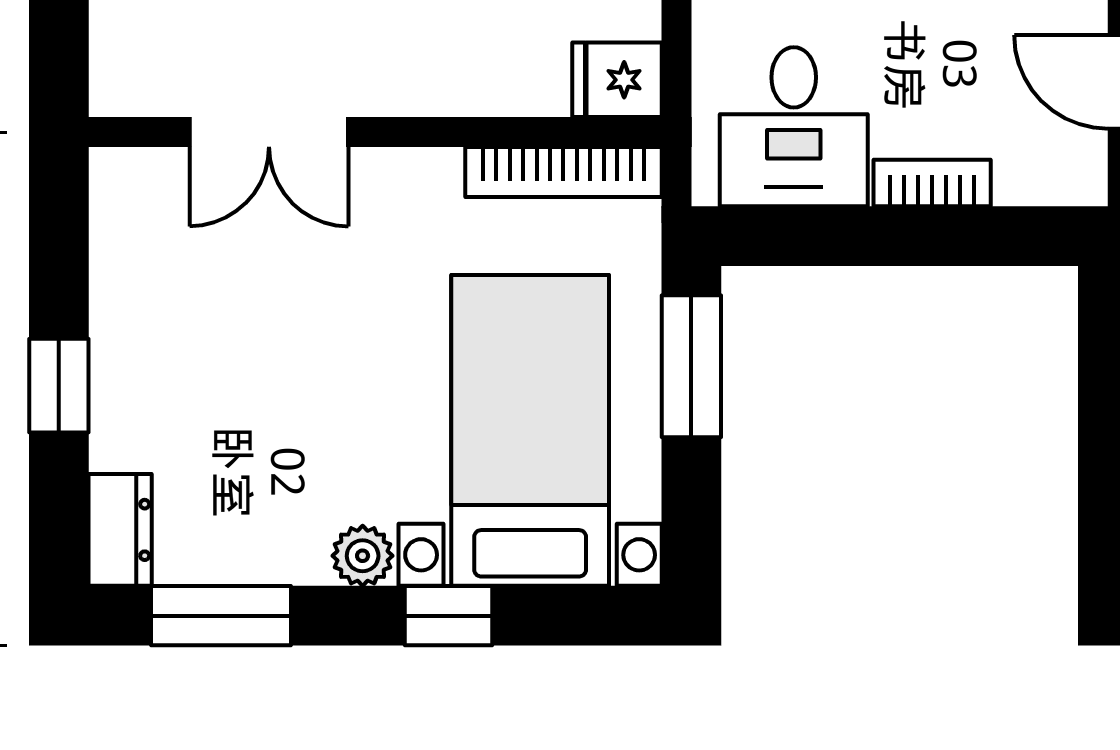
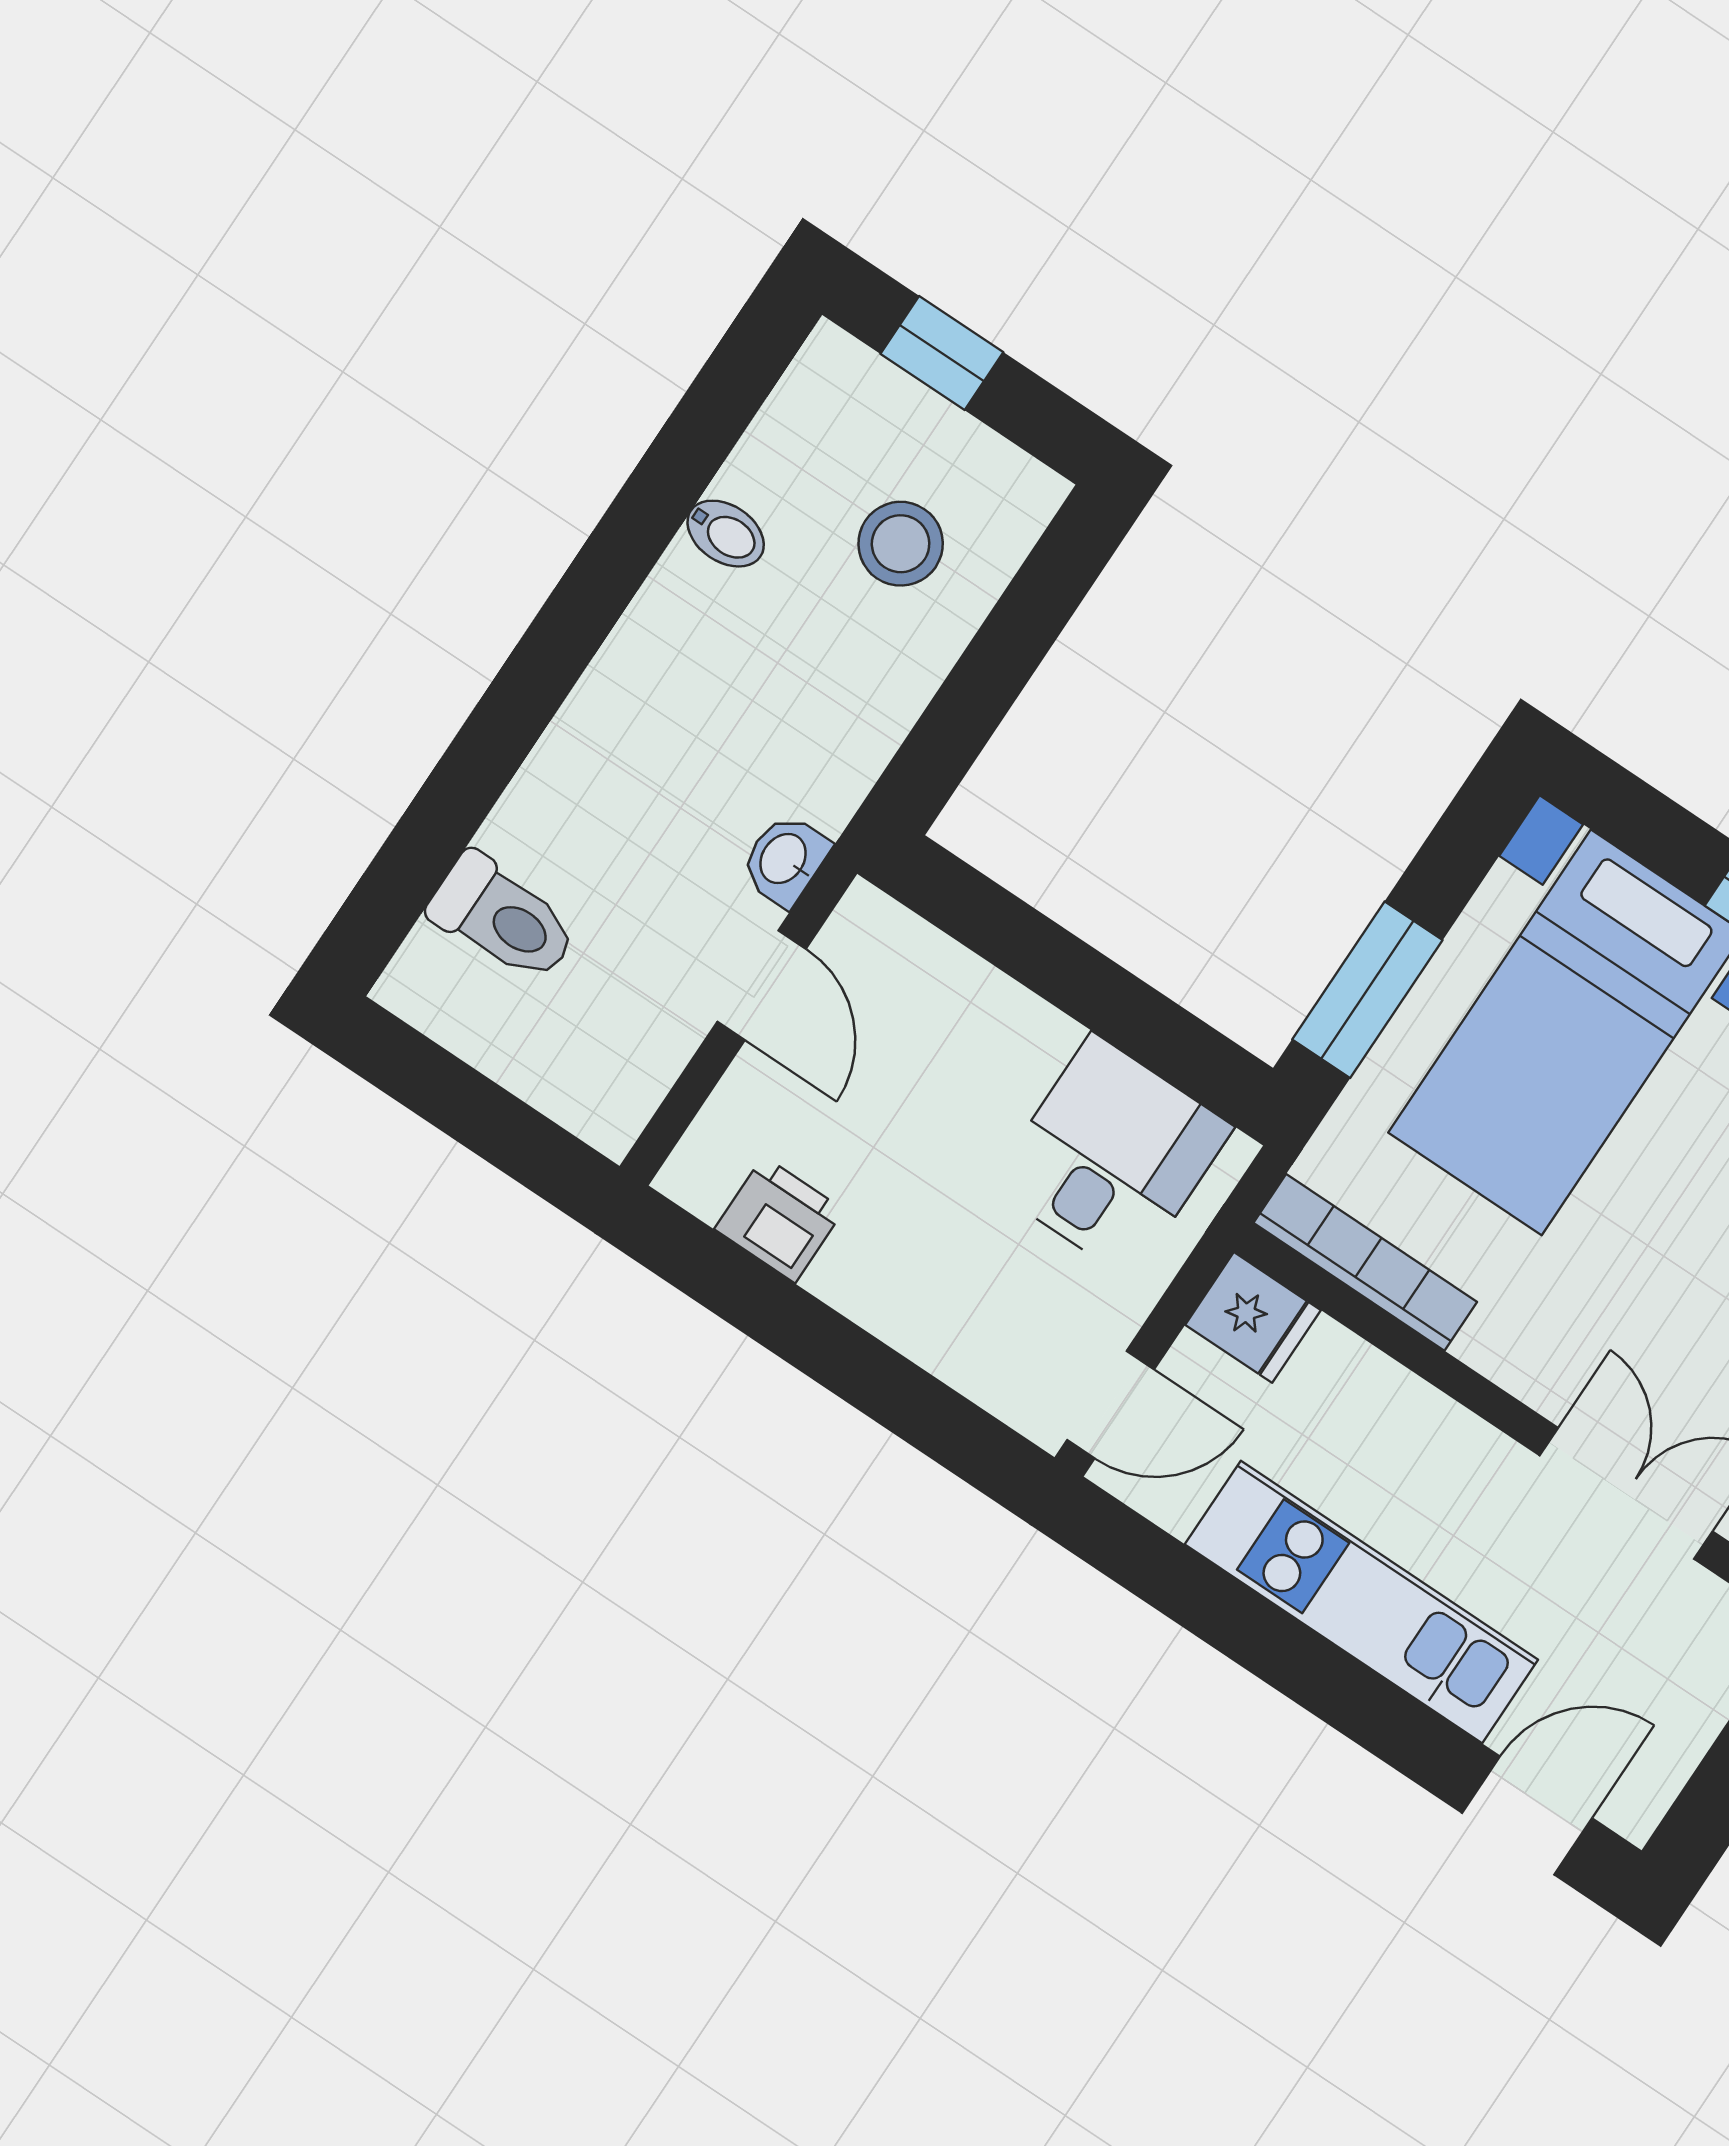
bookcase: (932, 183) -> (1013, 1011), removed

